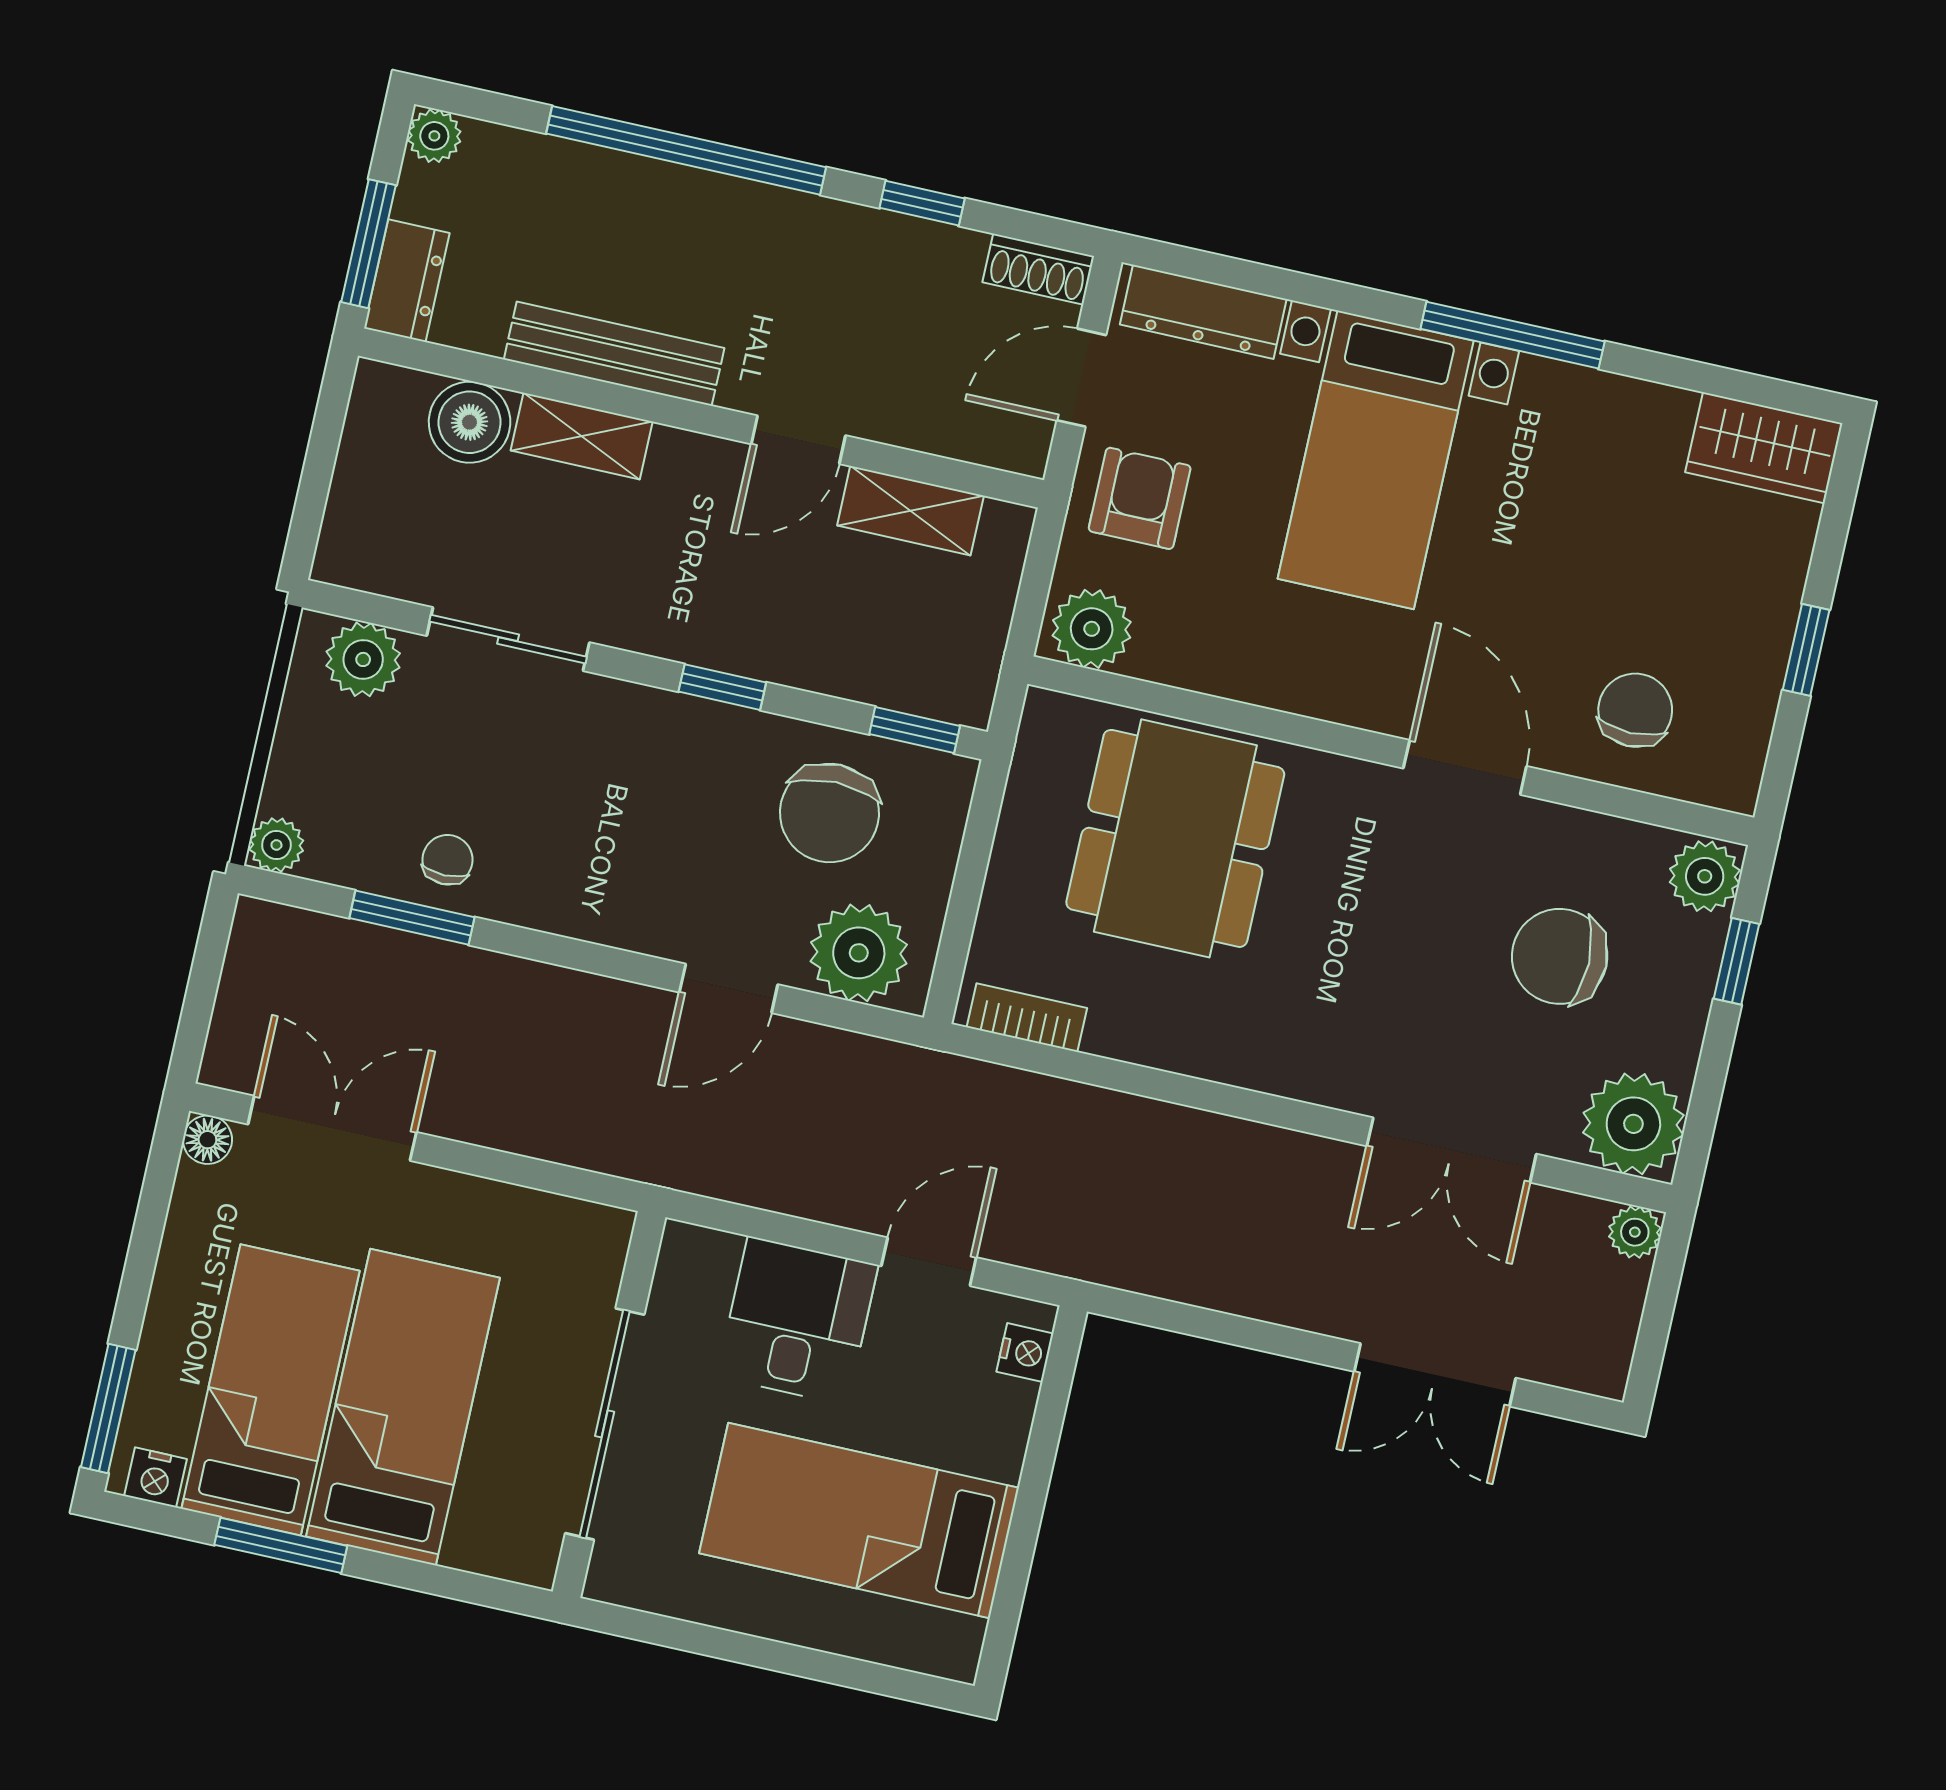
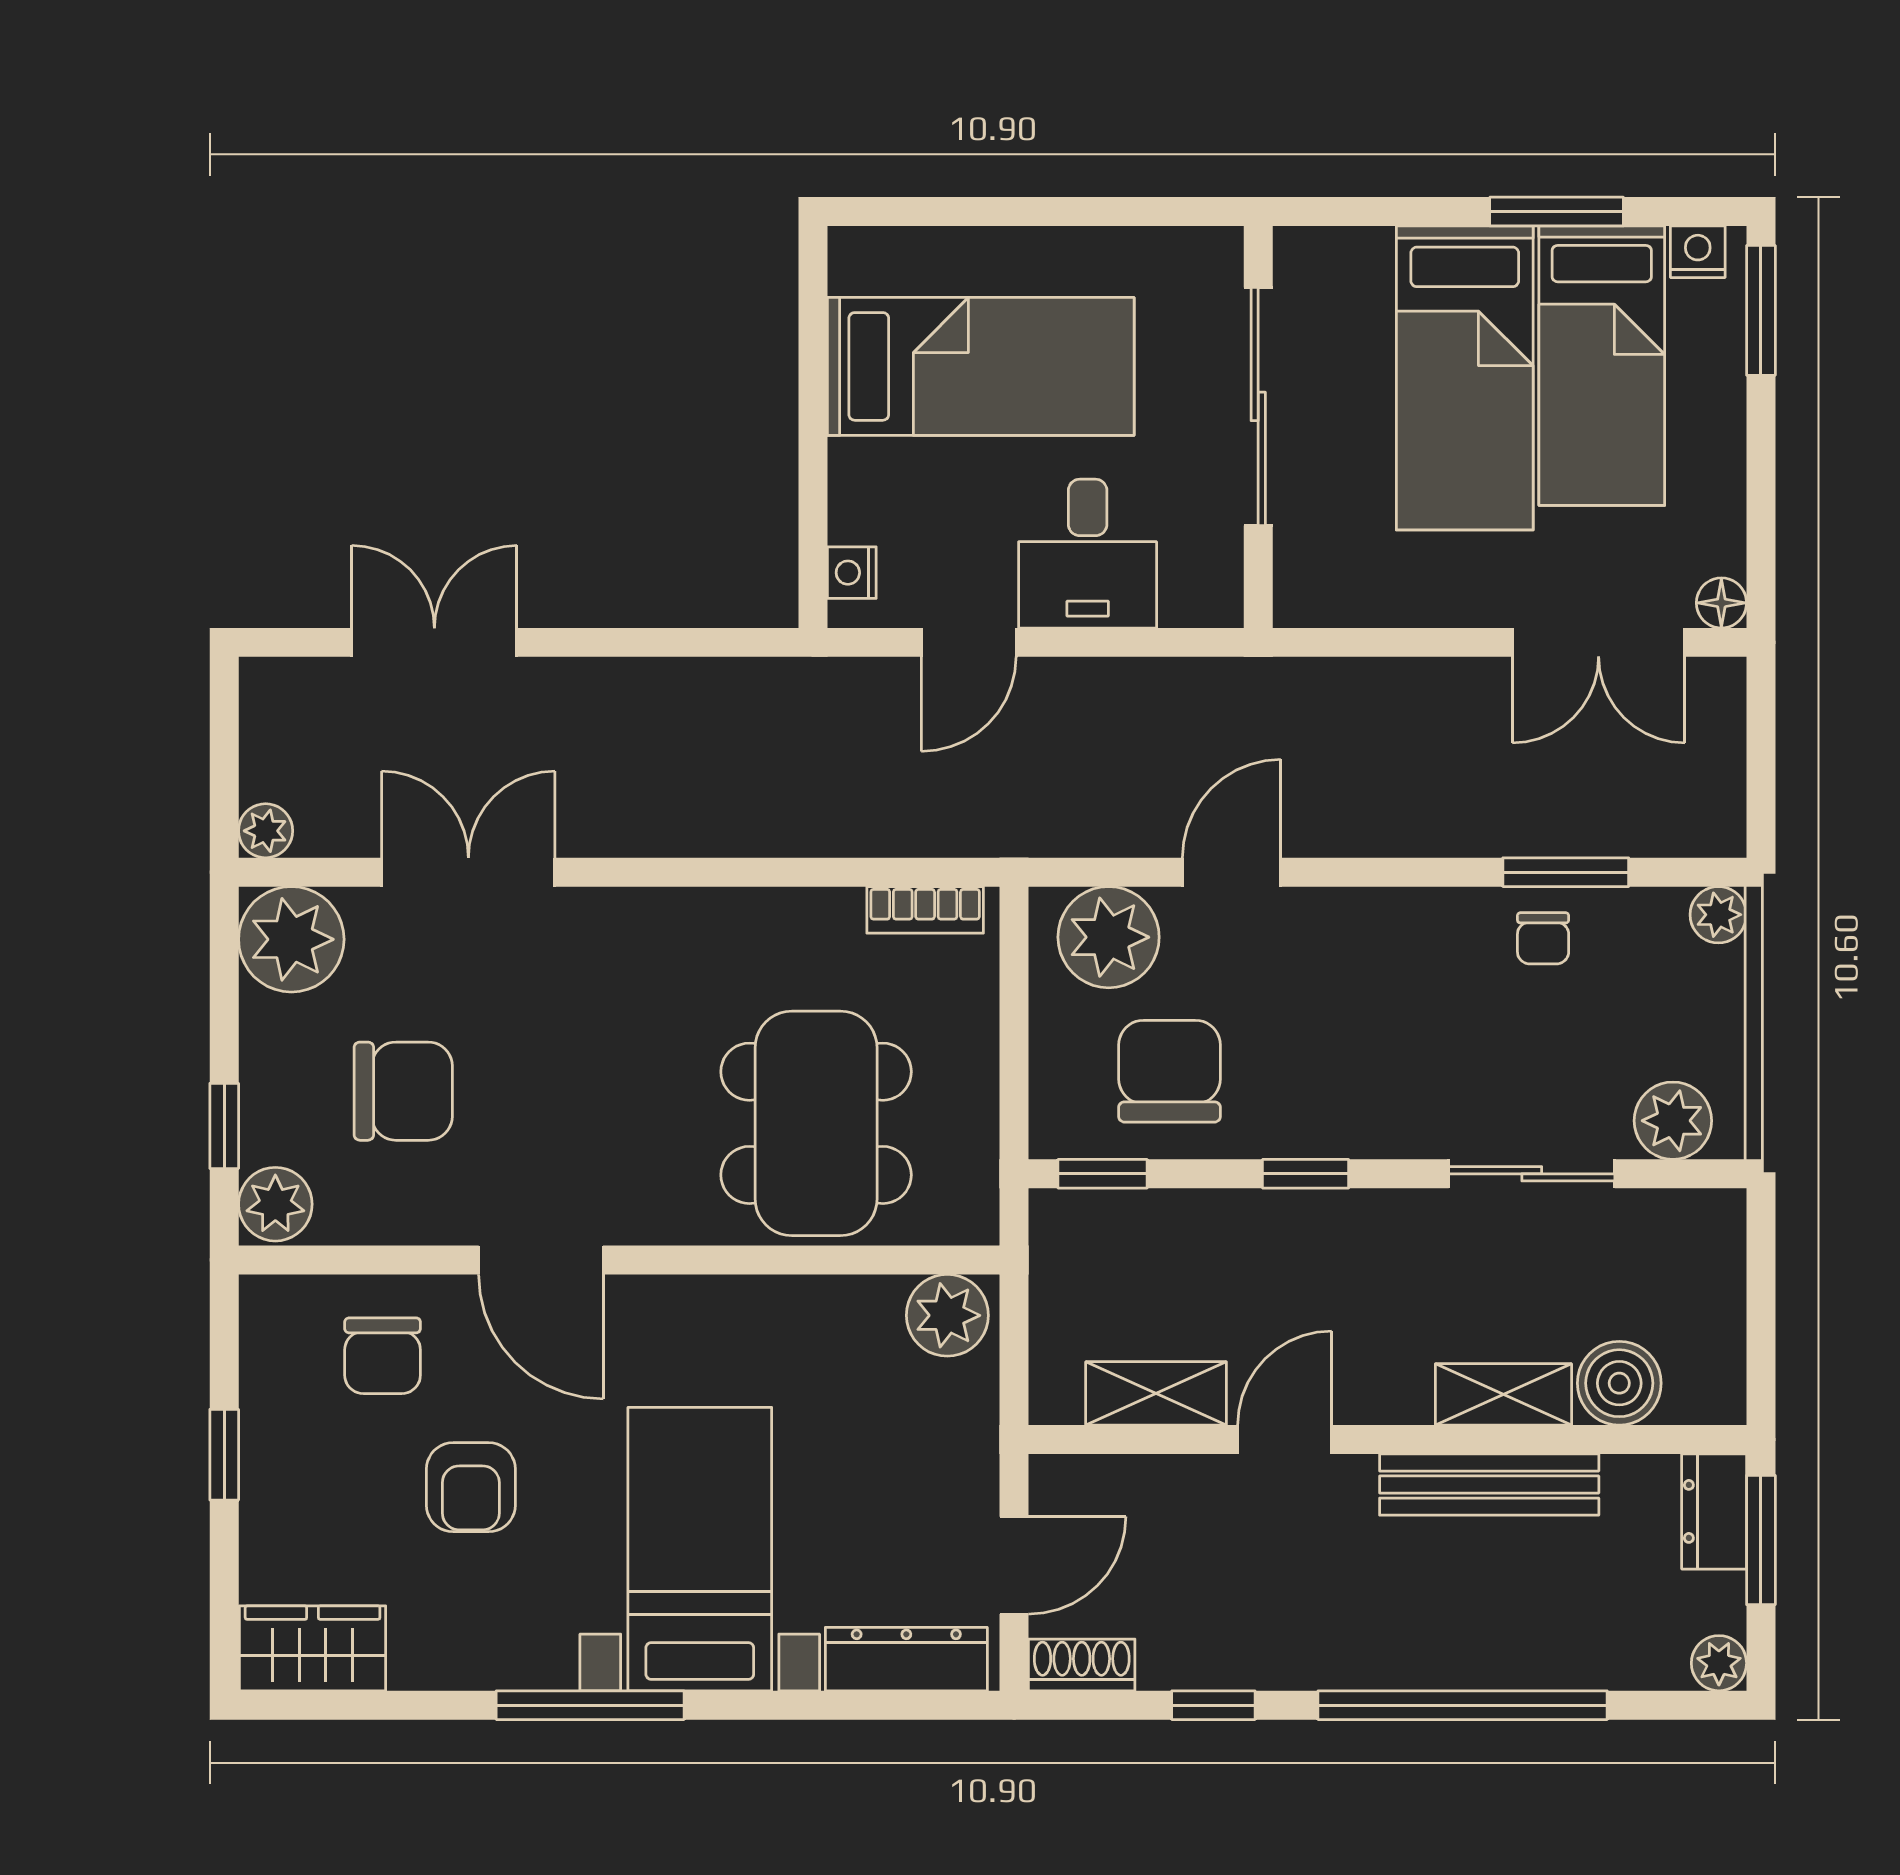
armchair: (1140, 498) -> (471, 1487), moved

